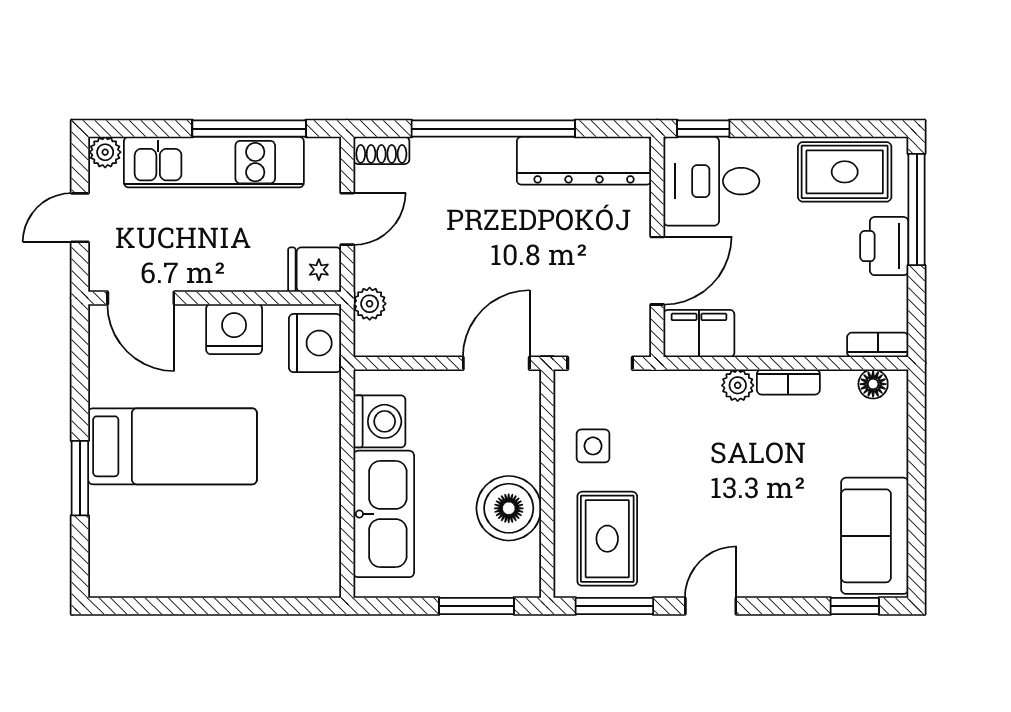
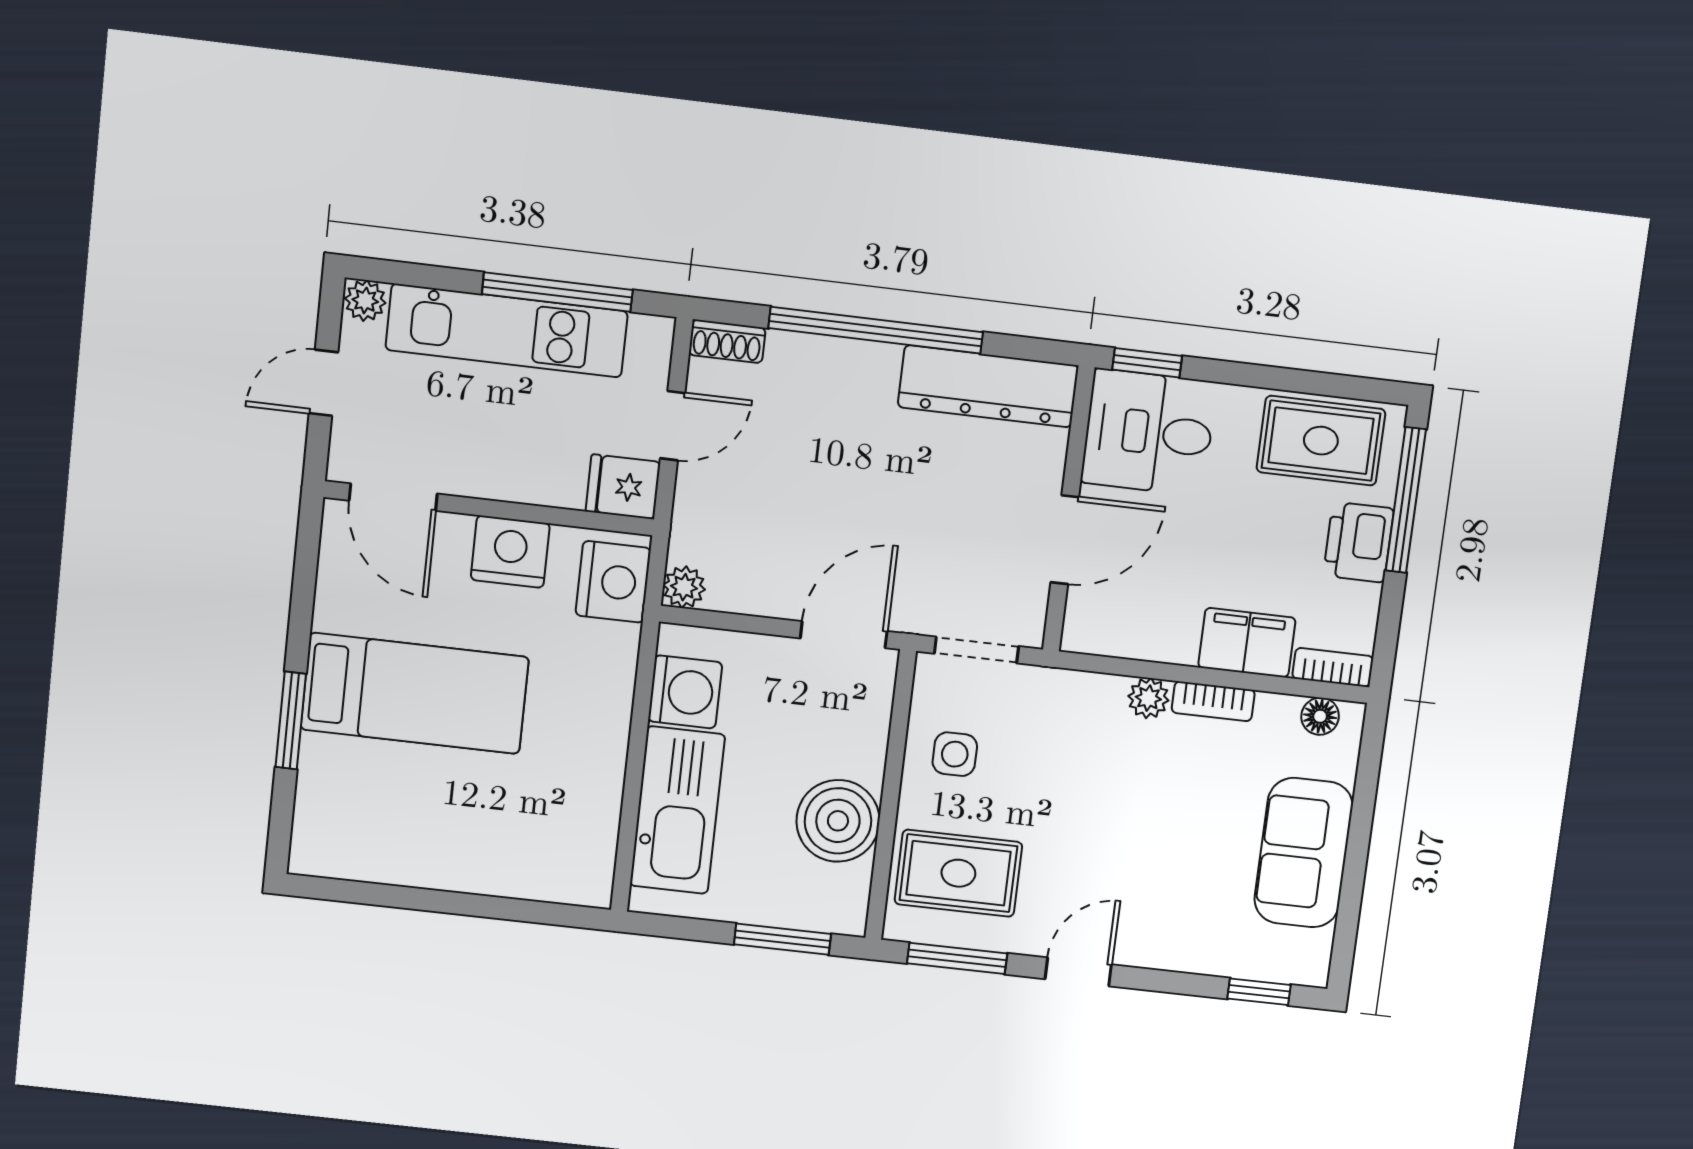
plant: (370, 304) -> (684, 587), moved
filing cabinet: (699, 333) -> (1247, 643), moved
sofa: (875, 536) -> (1304, 853), moved
rug: (607, 539) -> (958, 873), turned 90

